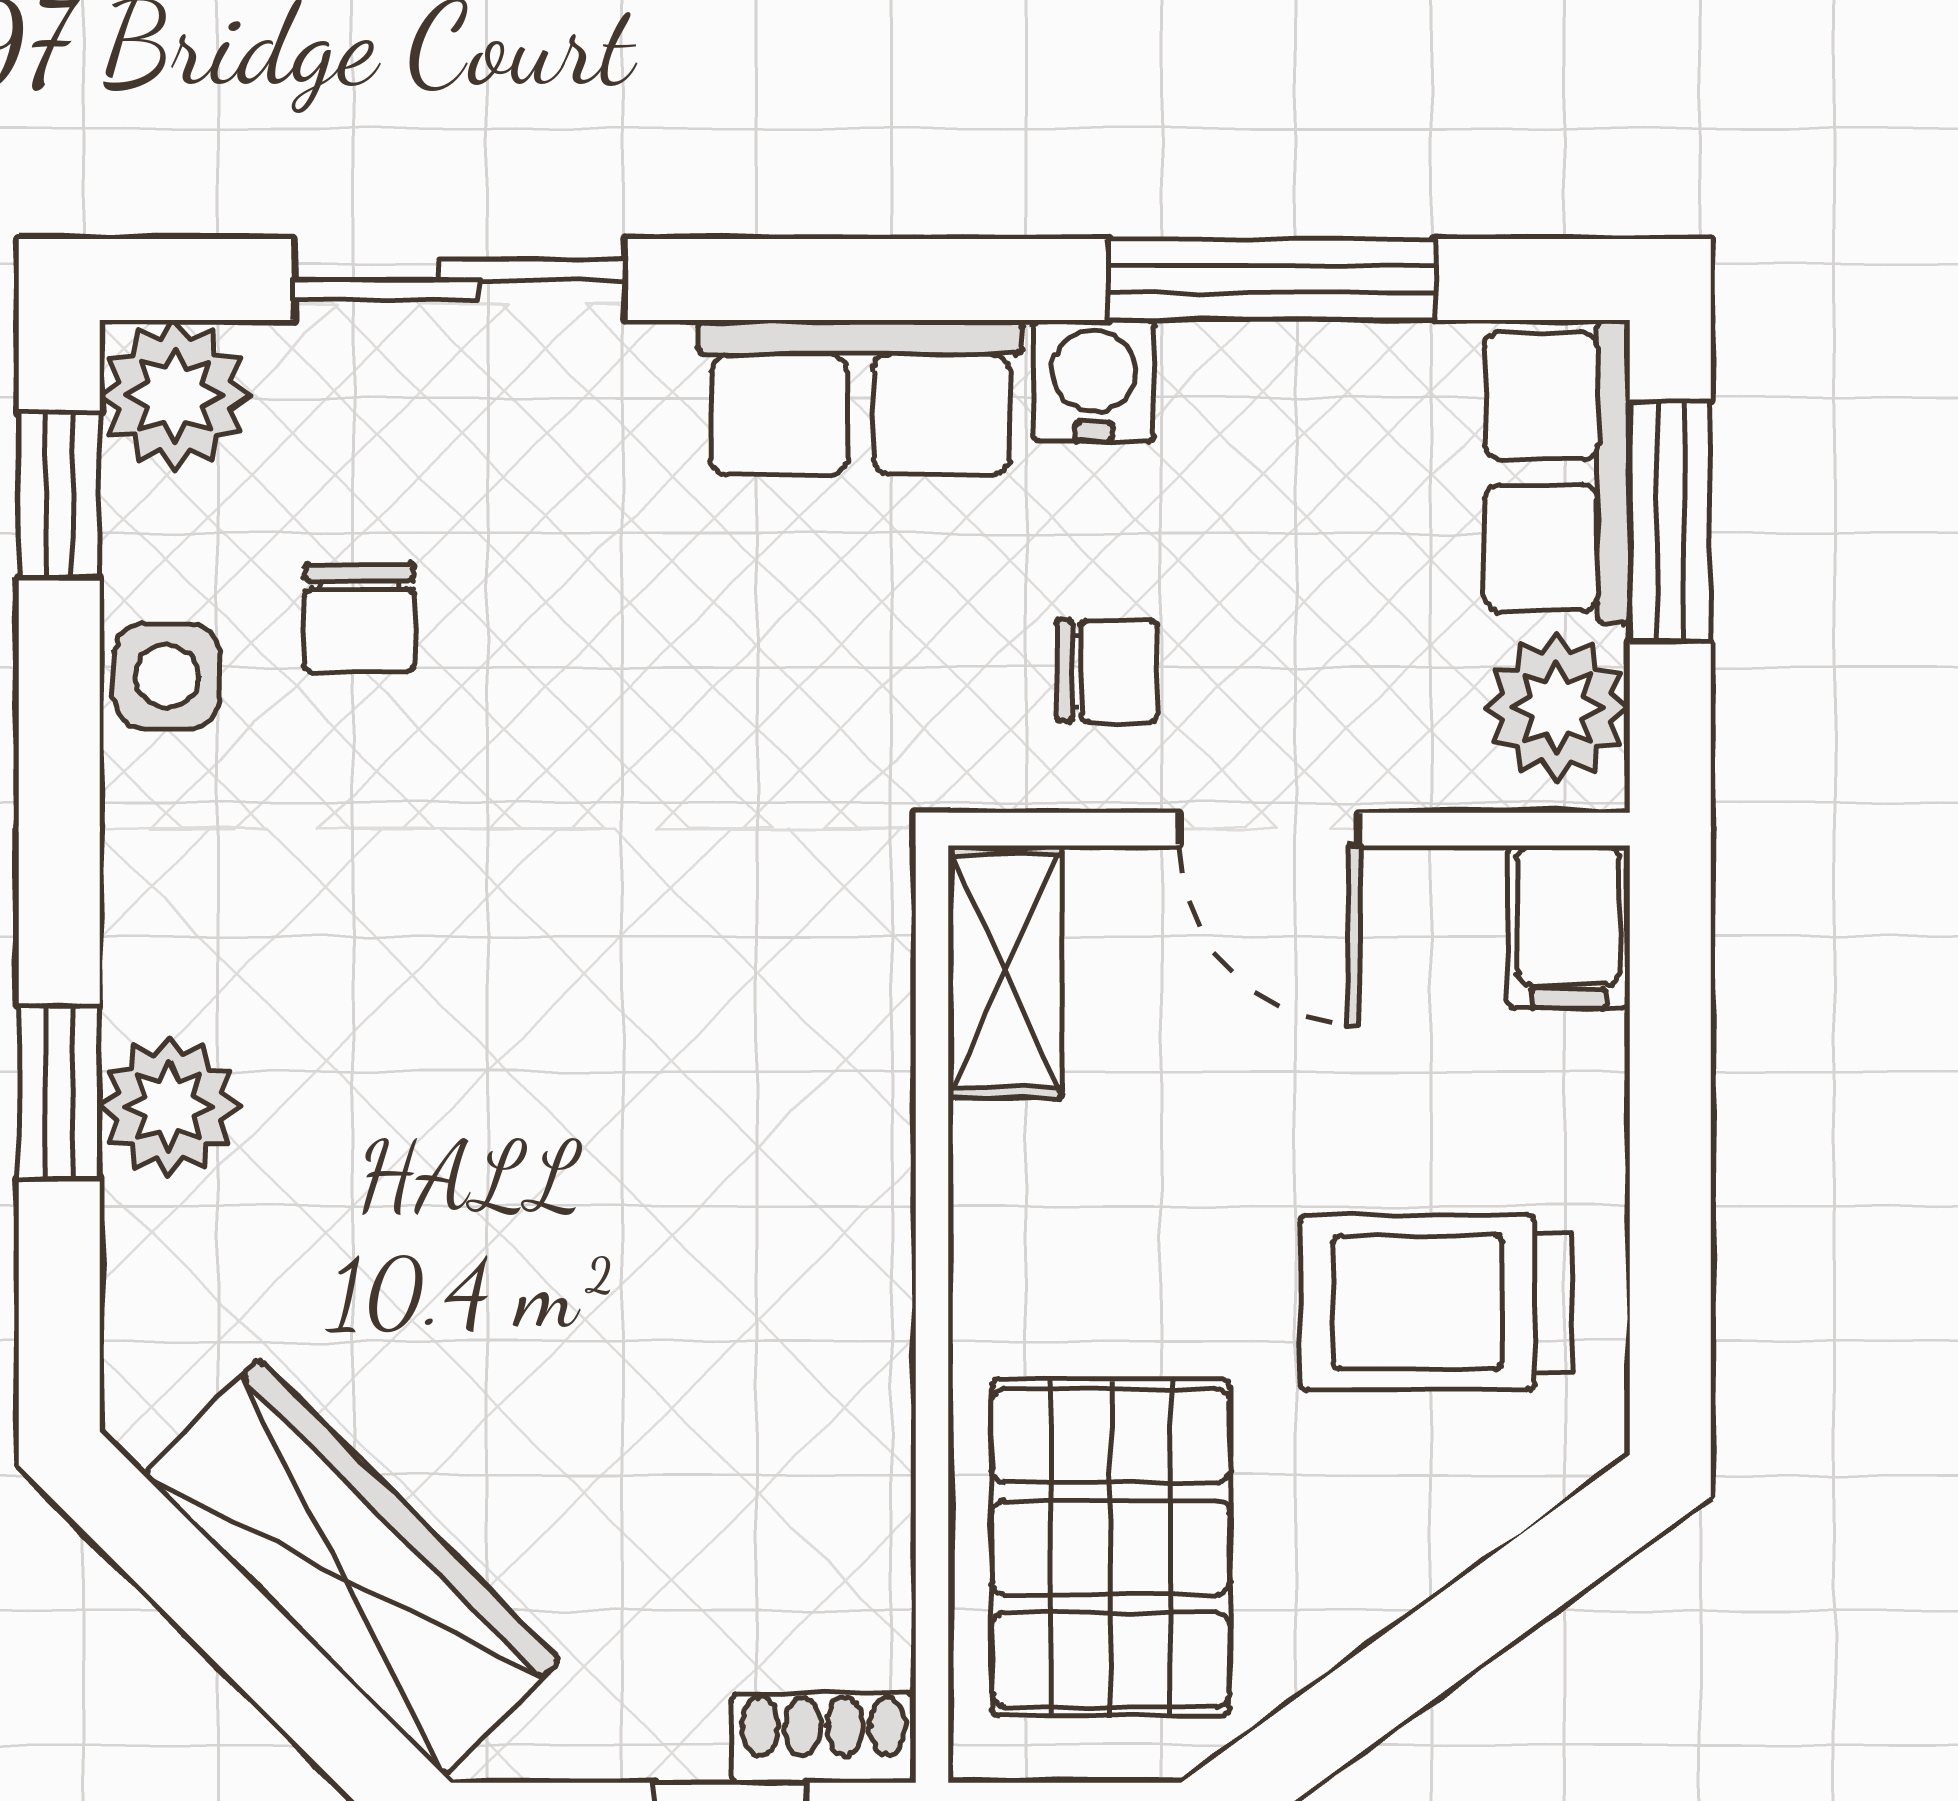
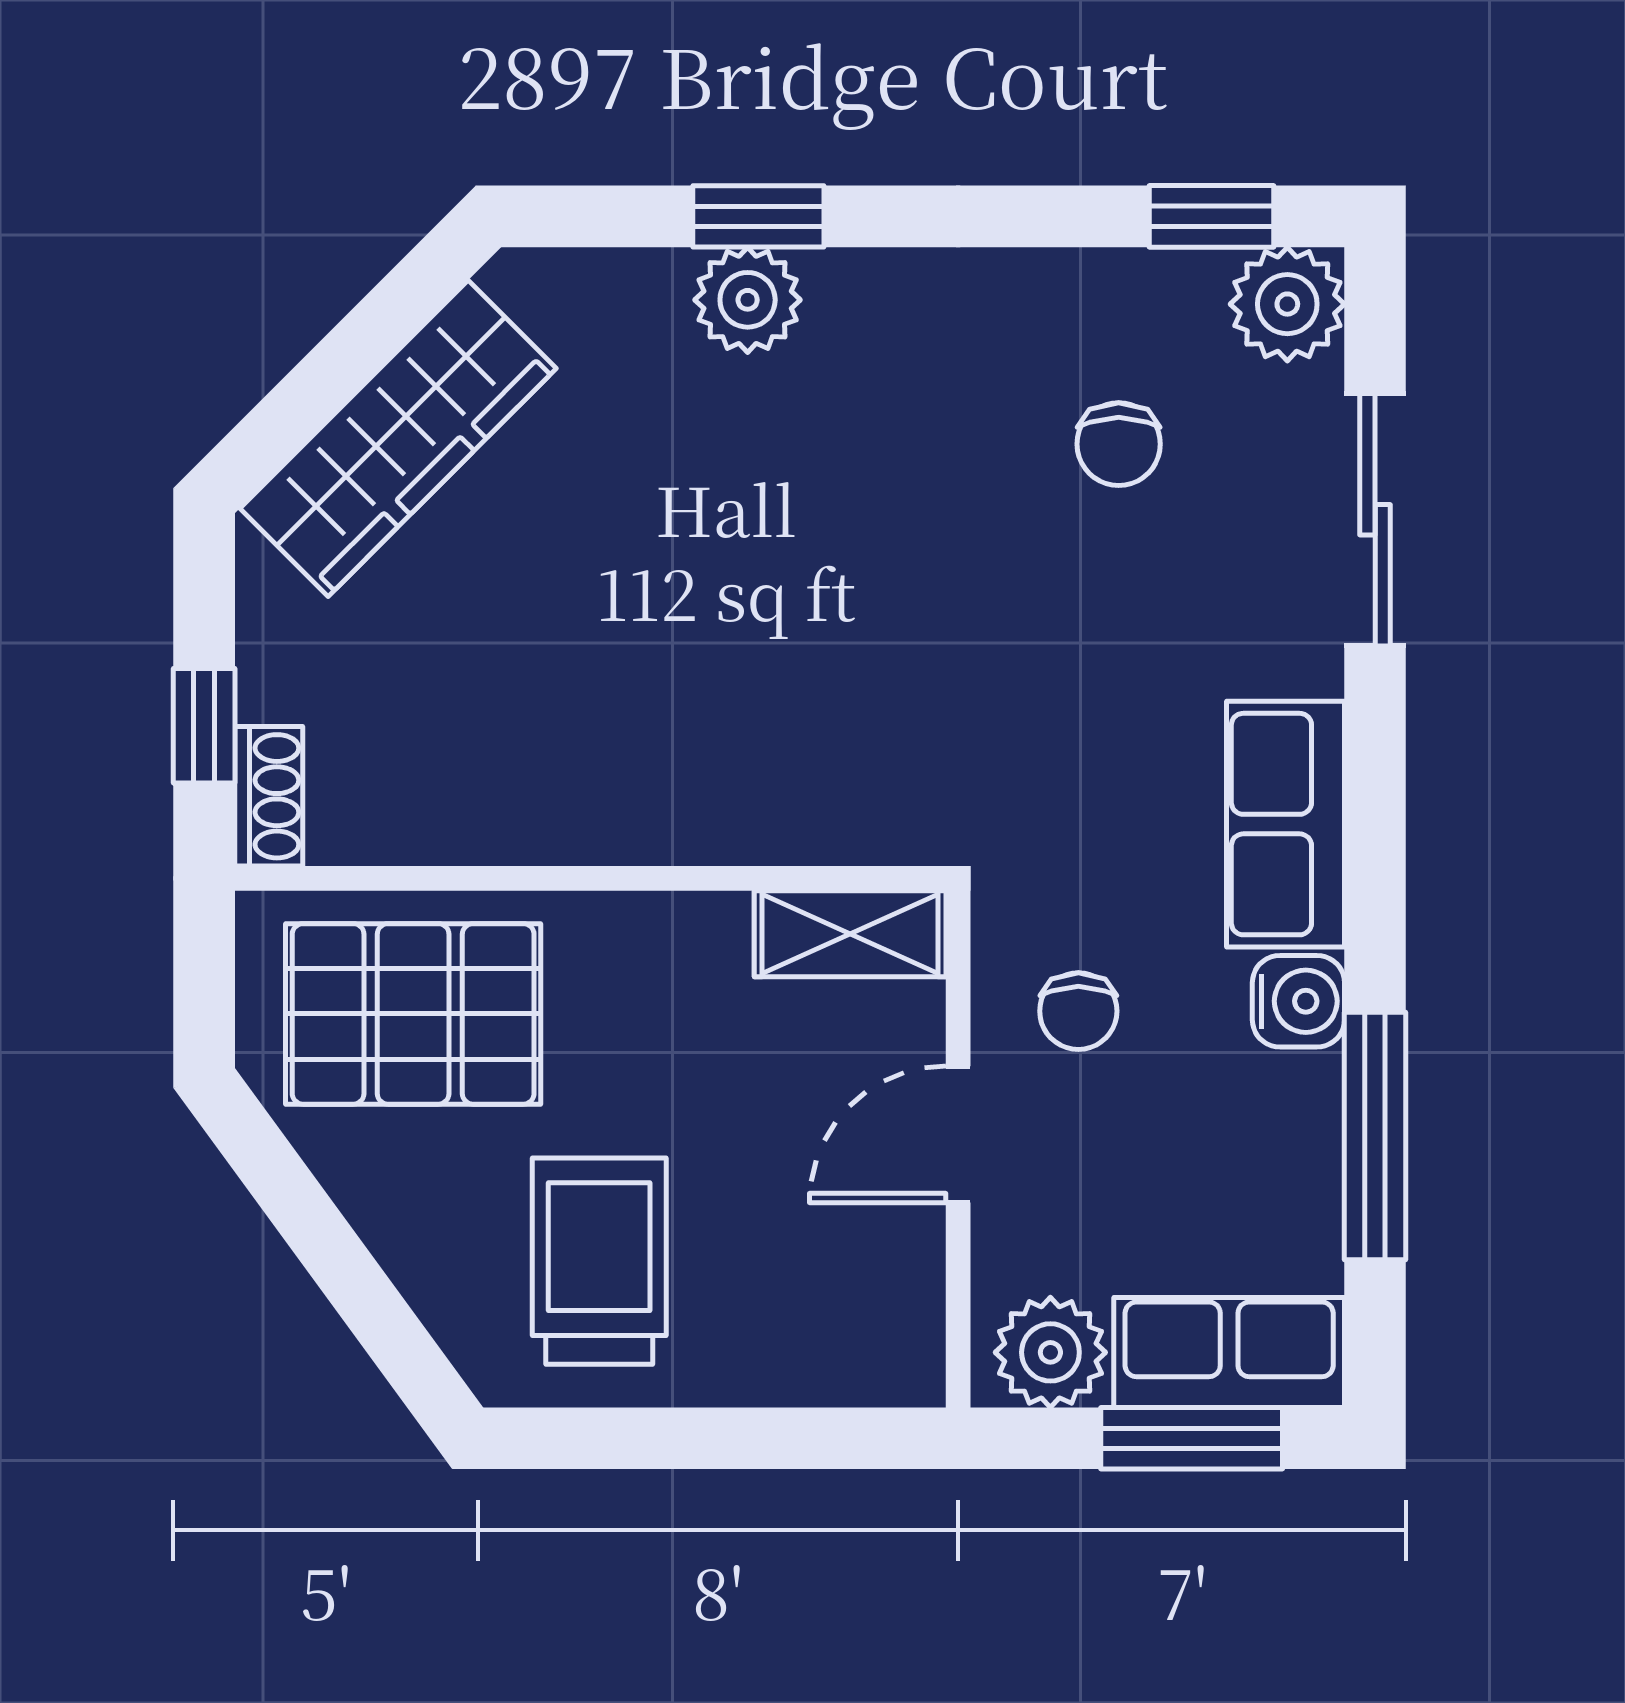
chair: (359, 618) -> (1119, 444), turned -90
side table: (167, 676) -> (1074, 298), removed
filing cabinet: (1569, 927) -> (884, 1361), removed

